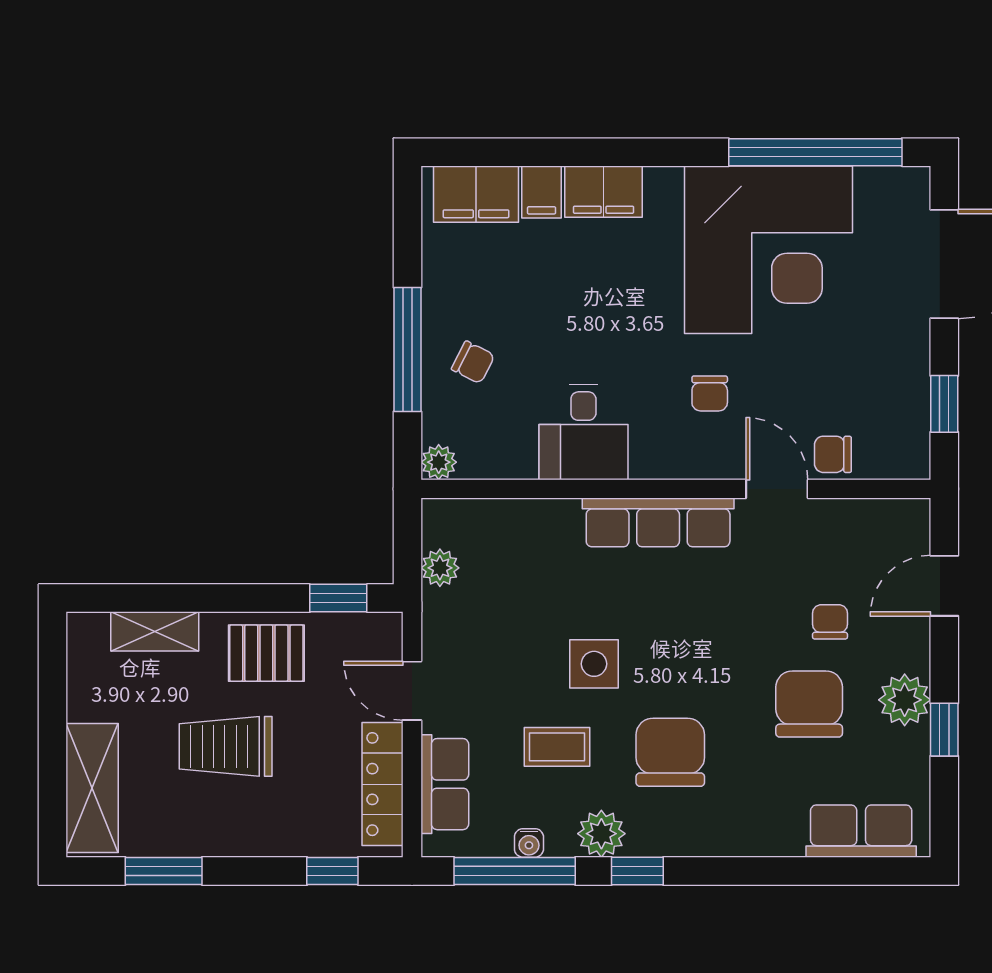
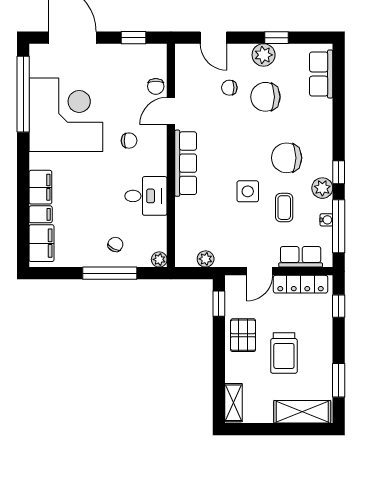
shelving: (155, 631) -> (234, 403), moved

